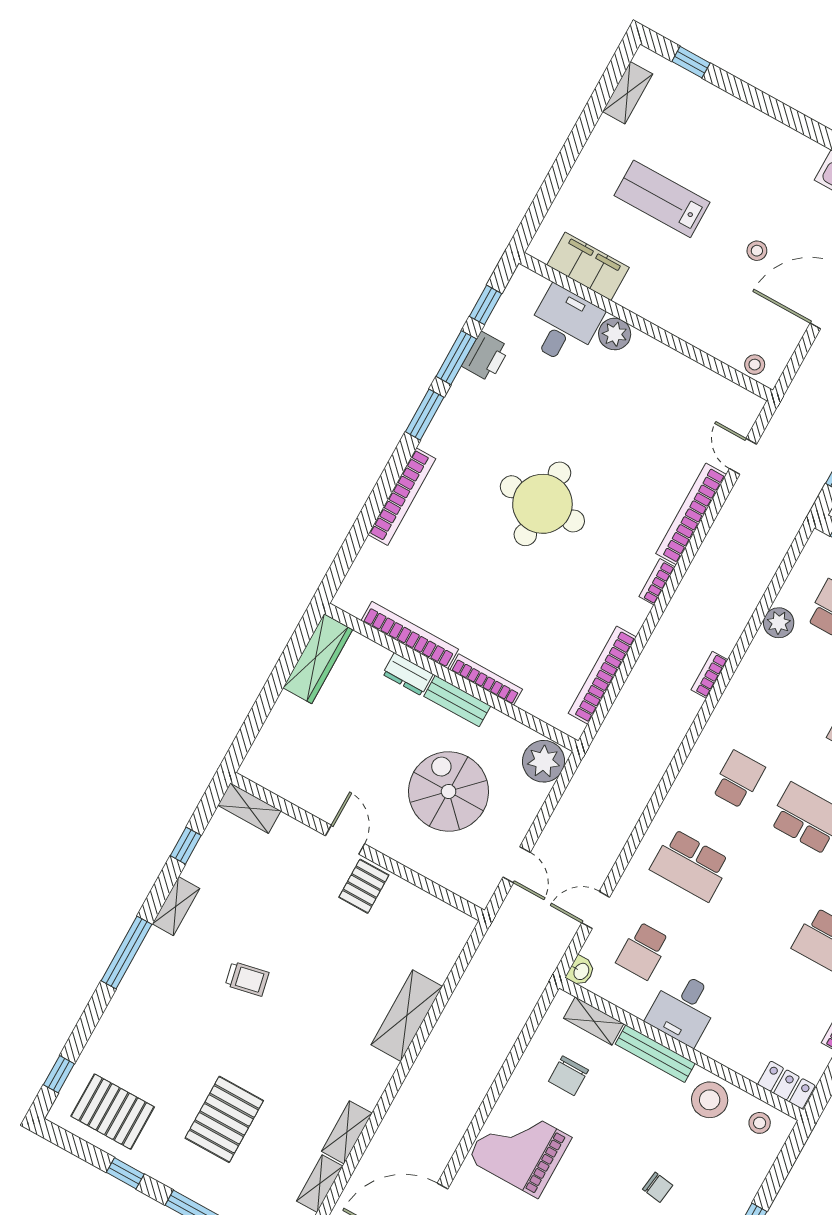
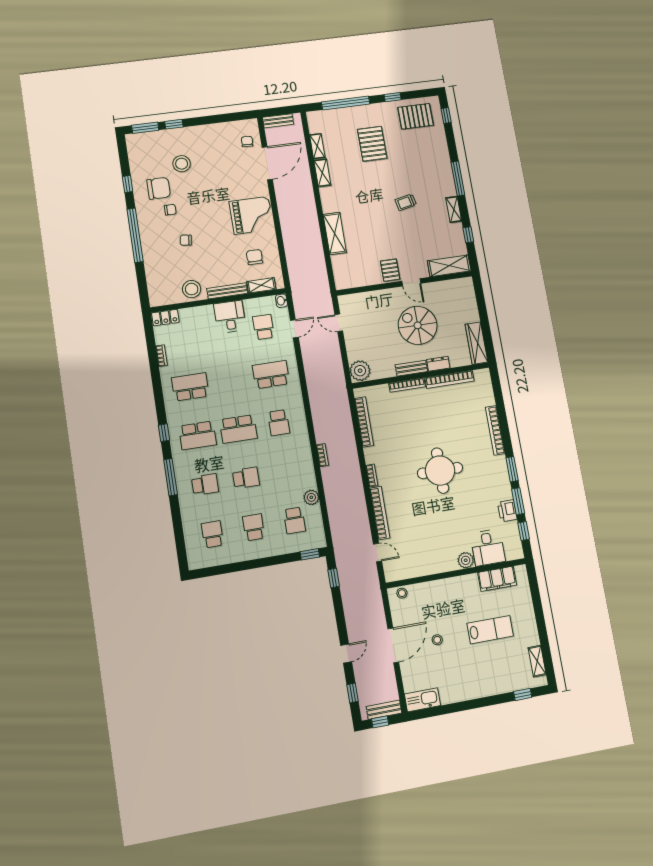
spiral stairs: (449, 791) -> (418, 325), moved, turned 180
shelving: (249, 808) -> (449, 266), width x1.50, depth x1.33
stool: (760, 1123) -> (165, 295), removed

